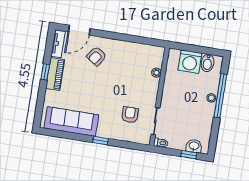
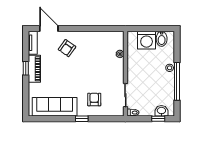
door: (79, 30) -> (49, 29), swing flipped
window: (220, 96) -> (177, 81), moved
armchair: (130, 115) -> (94, 100), moved

